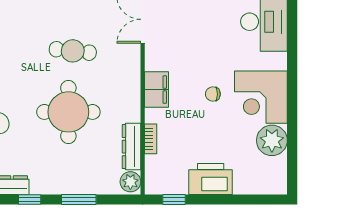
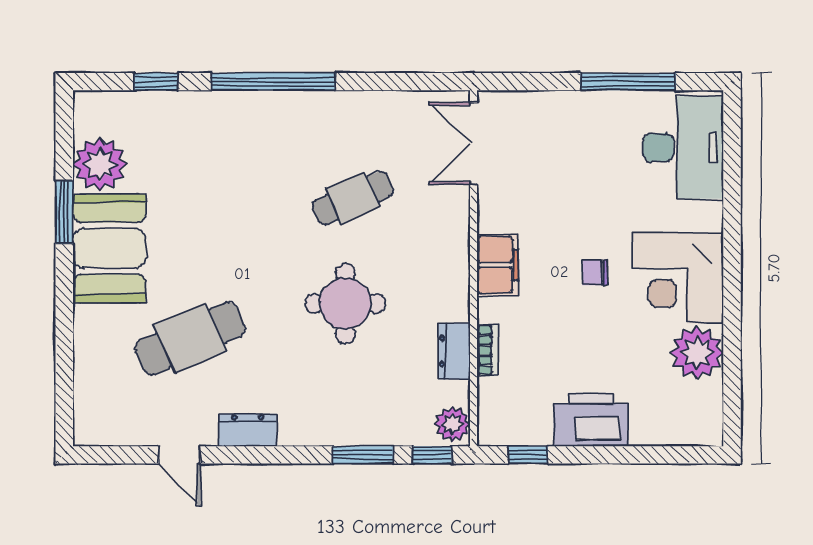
cafe table: (73, 51) -> (353, 198), turned -30
round table: (68, 112) -> (345, 304), width x0.73, depth x0.73
dresser: (131, 147) -> (454, 351), width x0.70
window: (30, 199) -> (432, 455), moved

